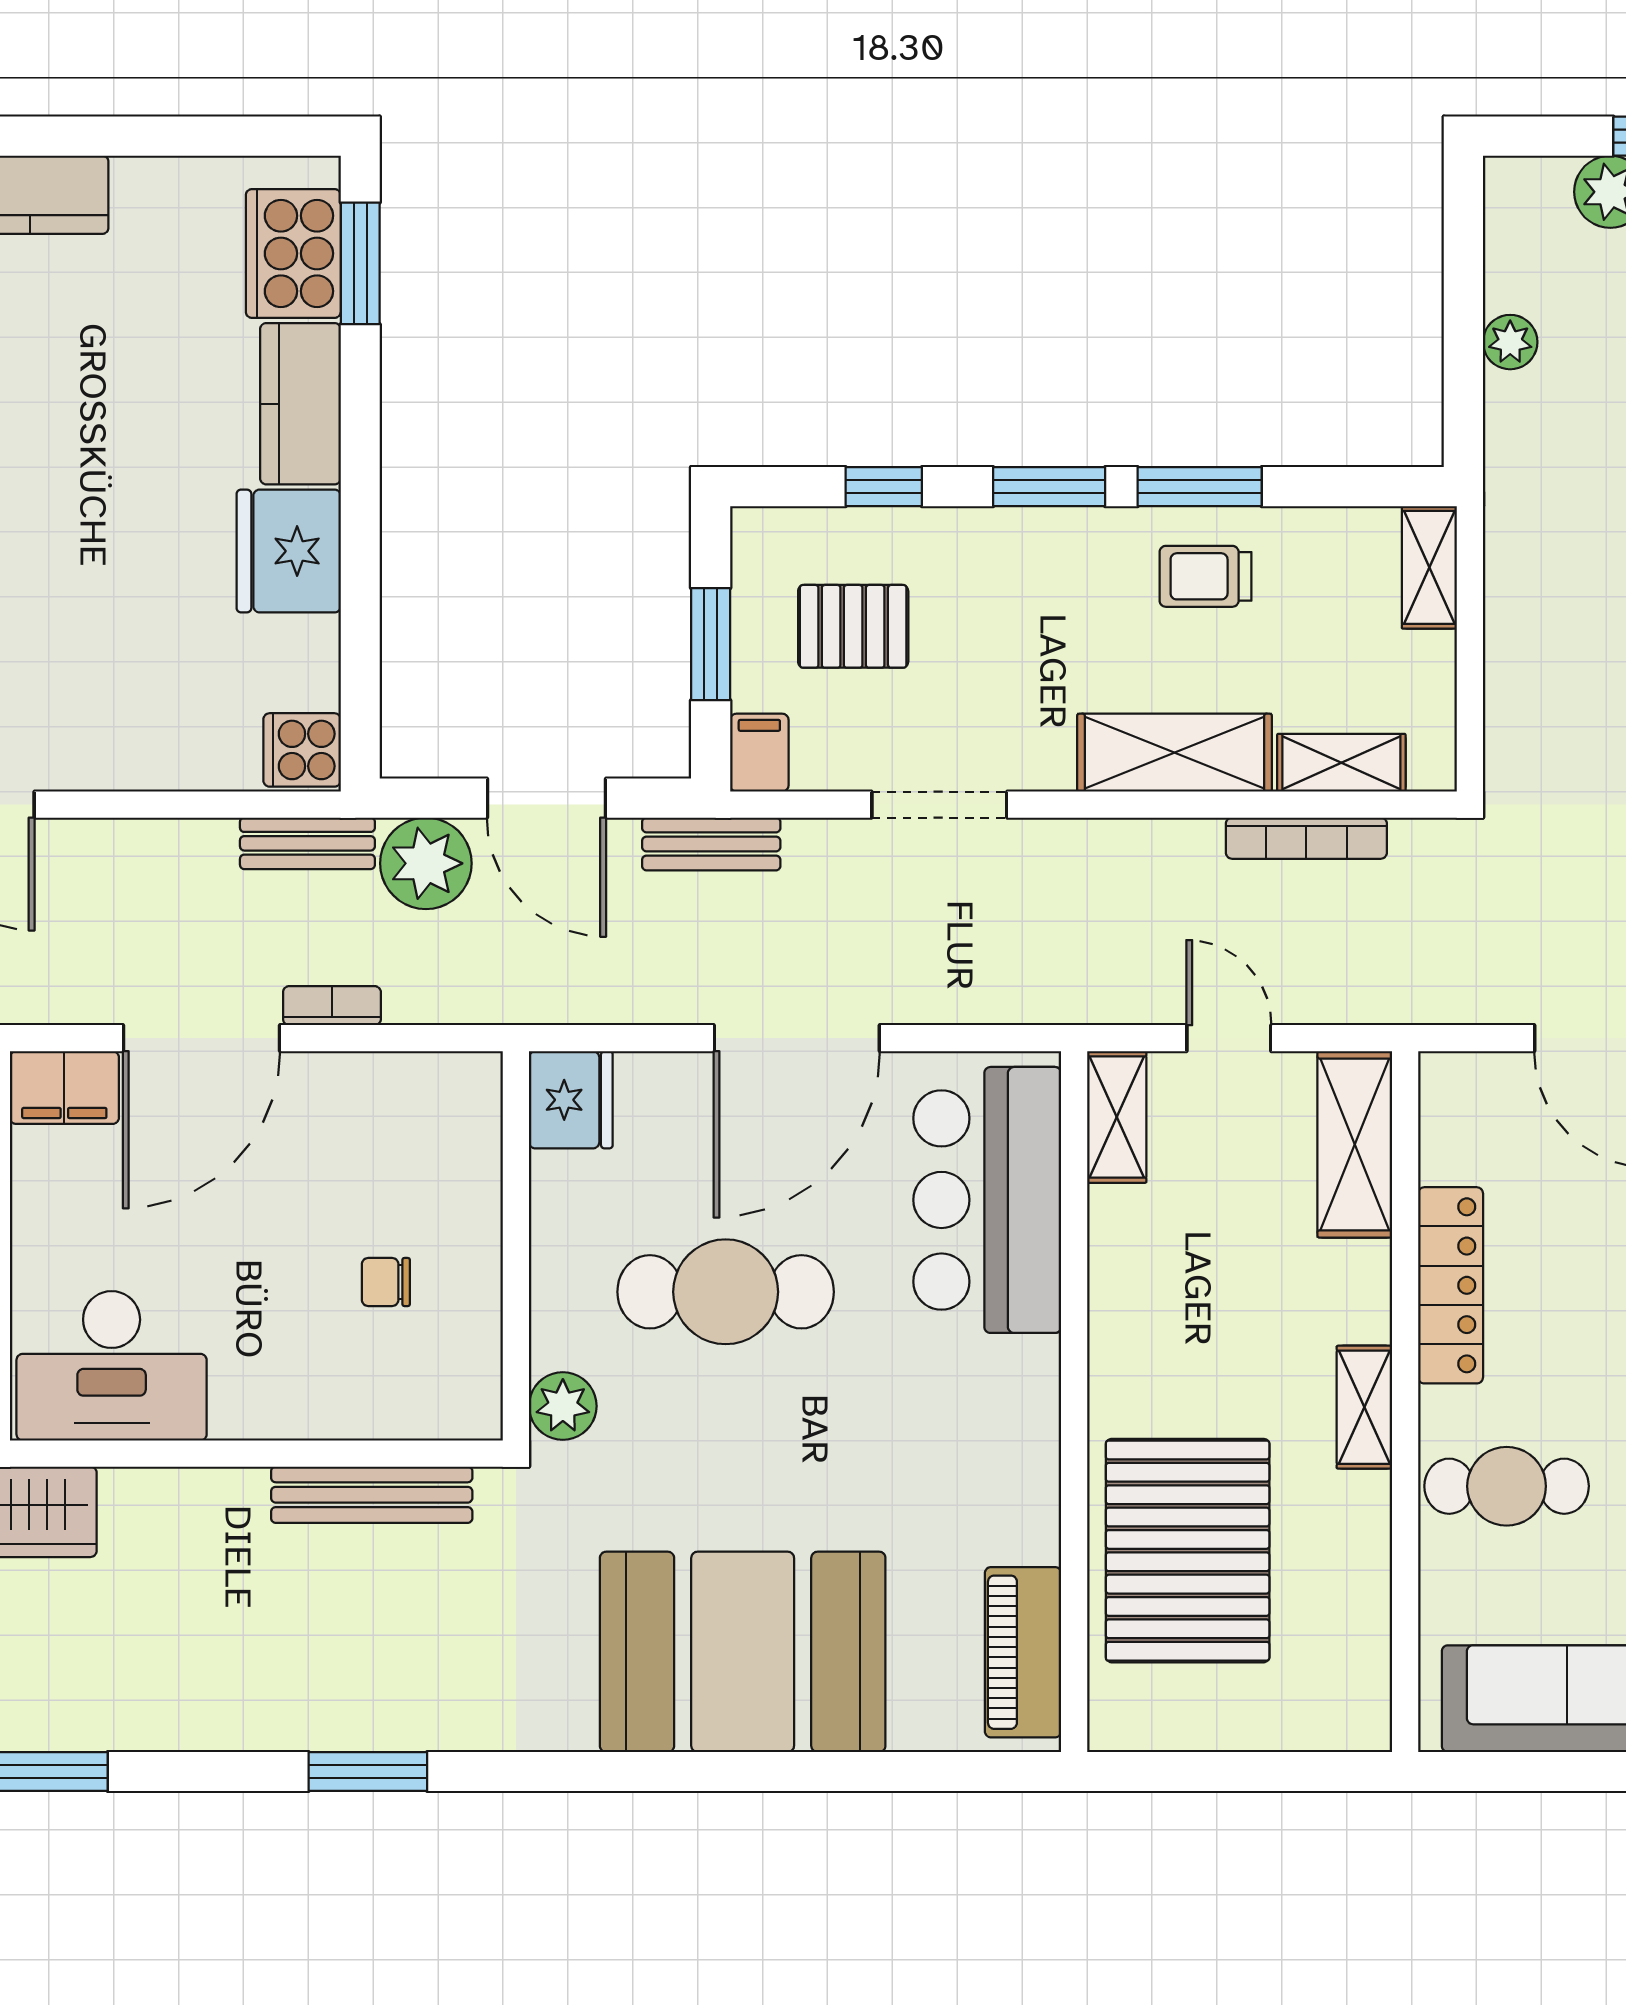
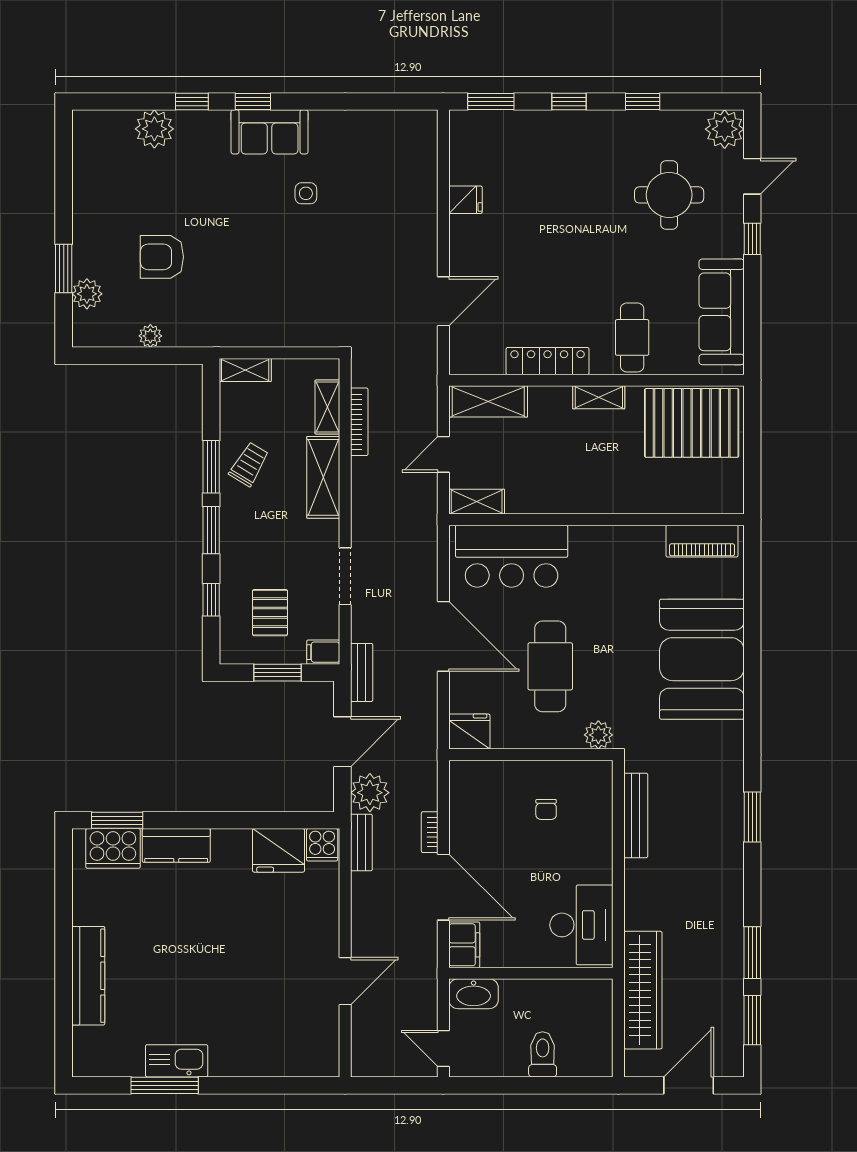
fridge: (289, 551) -> (279, 850), moved
trolley: (1205, 576) -> (249, 464), turned -149
pallet: (1188, 1551) -> (692, 423), moved

